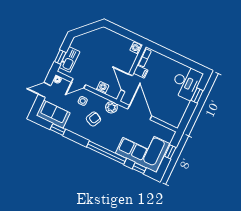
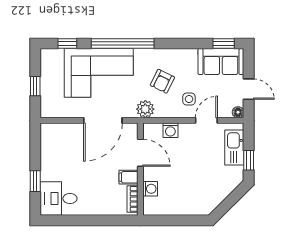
washing machine: (136, 48) -> (150, 189), moved
window: (60, 57) -> (249, 160), moved
desk: (186, 82) -> (59, 199), width x0.73
door: (45, 90) -> (249, 89), hinge flipped
door: (140, 113) -> (103, 120), hinge flipped
window: (58, 129) -> (224, 43), moved
corner sofa: (142, 148) -> (99, 73), moved

